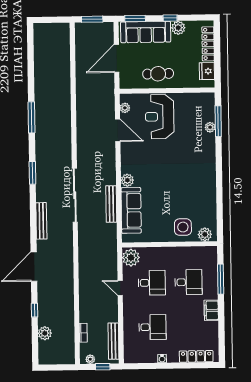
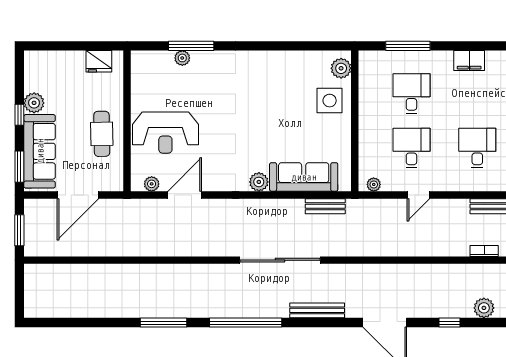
locker: (208, 44) -> (59, 59), removed
door: (117, 58) -> (78, 195), hinge flipped
window: (218, 121) -> (191, 46), moved
window: (32, 173) -> (246, 323), width x2.11
bench: (111, 204) -> (325, 206), moved, width x0.73
plant: (131, 258) -> (374, 184), width x0.53, depth x0.53
filing cabinet: (211, 310) -> (469, 60), moved

